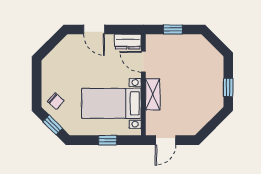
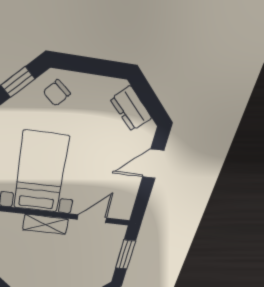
window: (173, 29) -> (125, 255), width x1.50
dresser: (128, 42) -> (131, 109), moved, turned -45

